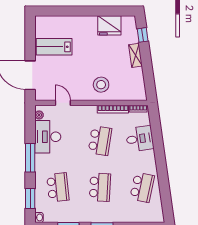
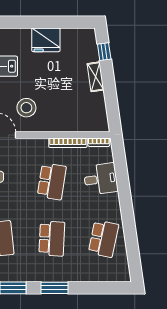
fridge: (109, 25) -> (46, 40), moved
stool: (101, 85) -> (26, 108), moved

